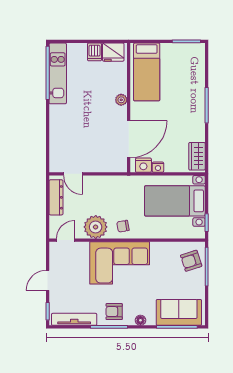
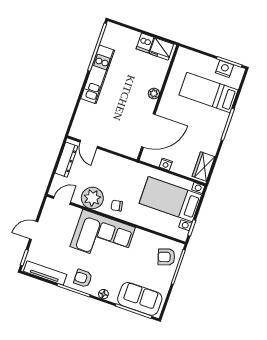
bed: (147, 72) -> (208, 92), moved, turned 90
kitchen unit: (58, 73) -> (98, 74), moved
nightstand: (143, 165) -> (224, 69), moved, turned 180

